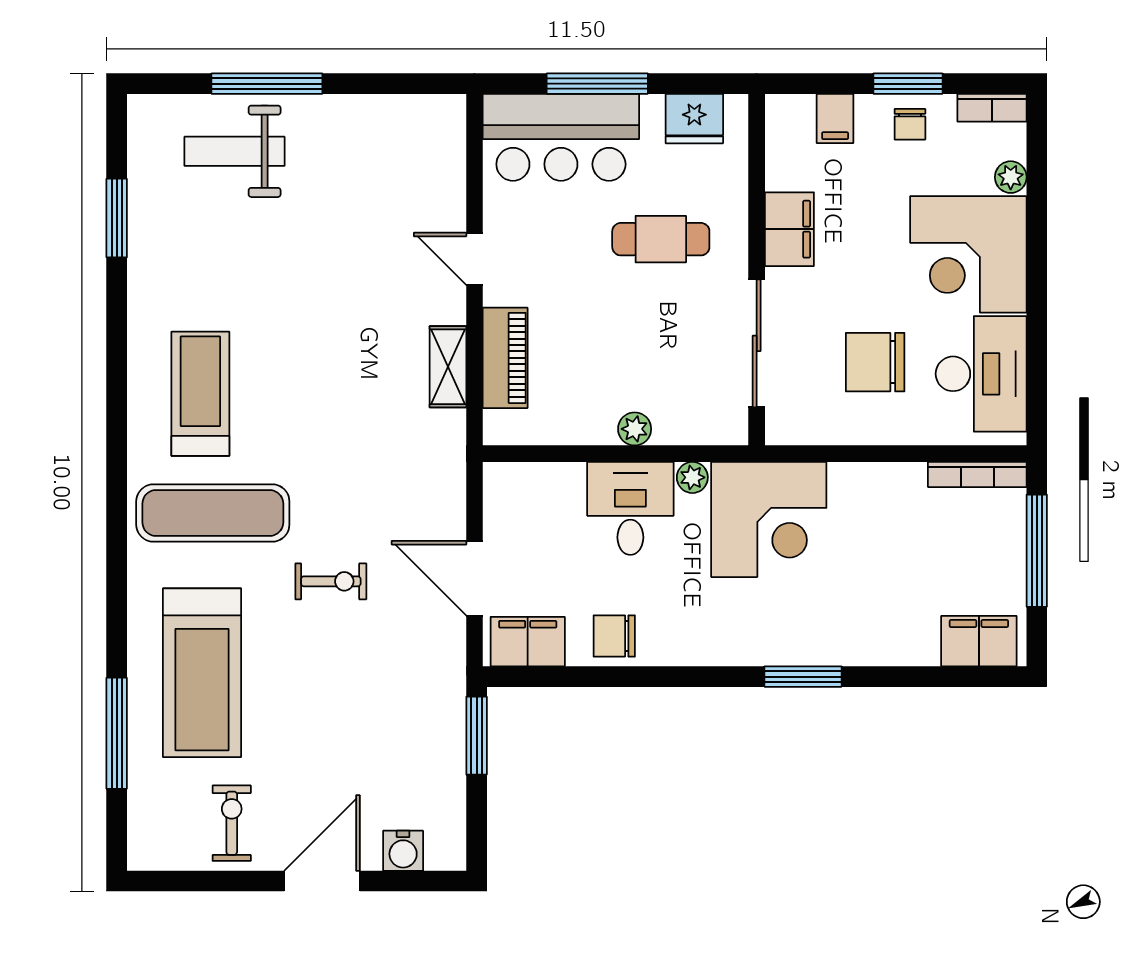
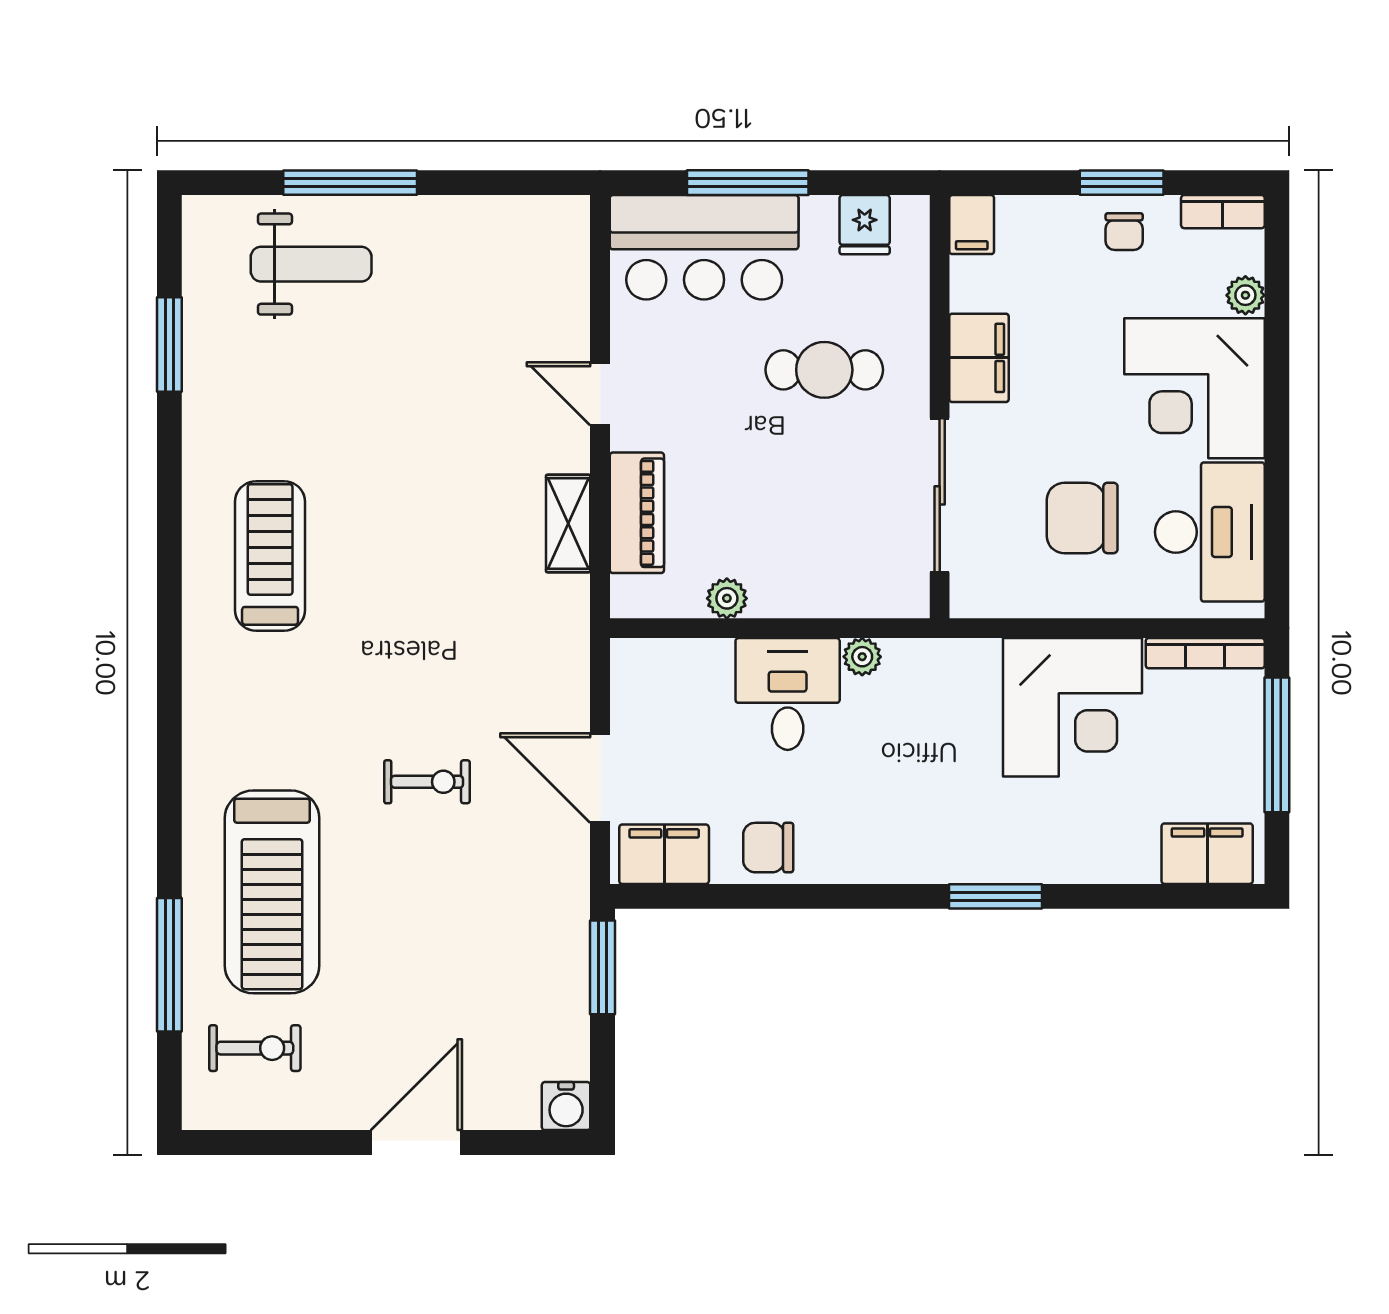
filing cabinet: (835, 118) -> (972, 225), moved
fridge: (694, 119) -> (865, 225), width x0.72
weight bench: (235, 151) -> (311, 264), turned 180
plant: (635, 429) -> (727, 598), moved
exercise mat: (213, 513) -> (285, 700), removed
corner desk: (769, 519) -> (1073, 707), moved
exercise bike: (232, 823) -> (255, 1048), moved, turned 90
water cooler: (403, 851) -> (566, 1106), moved

